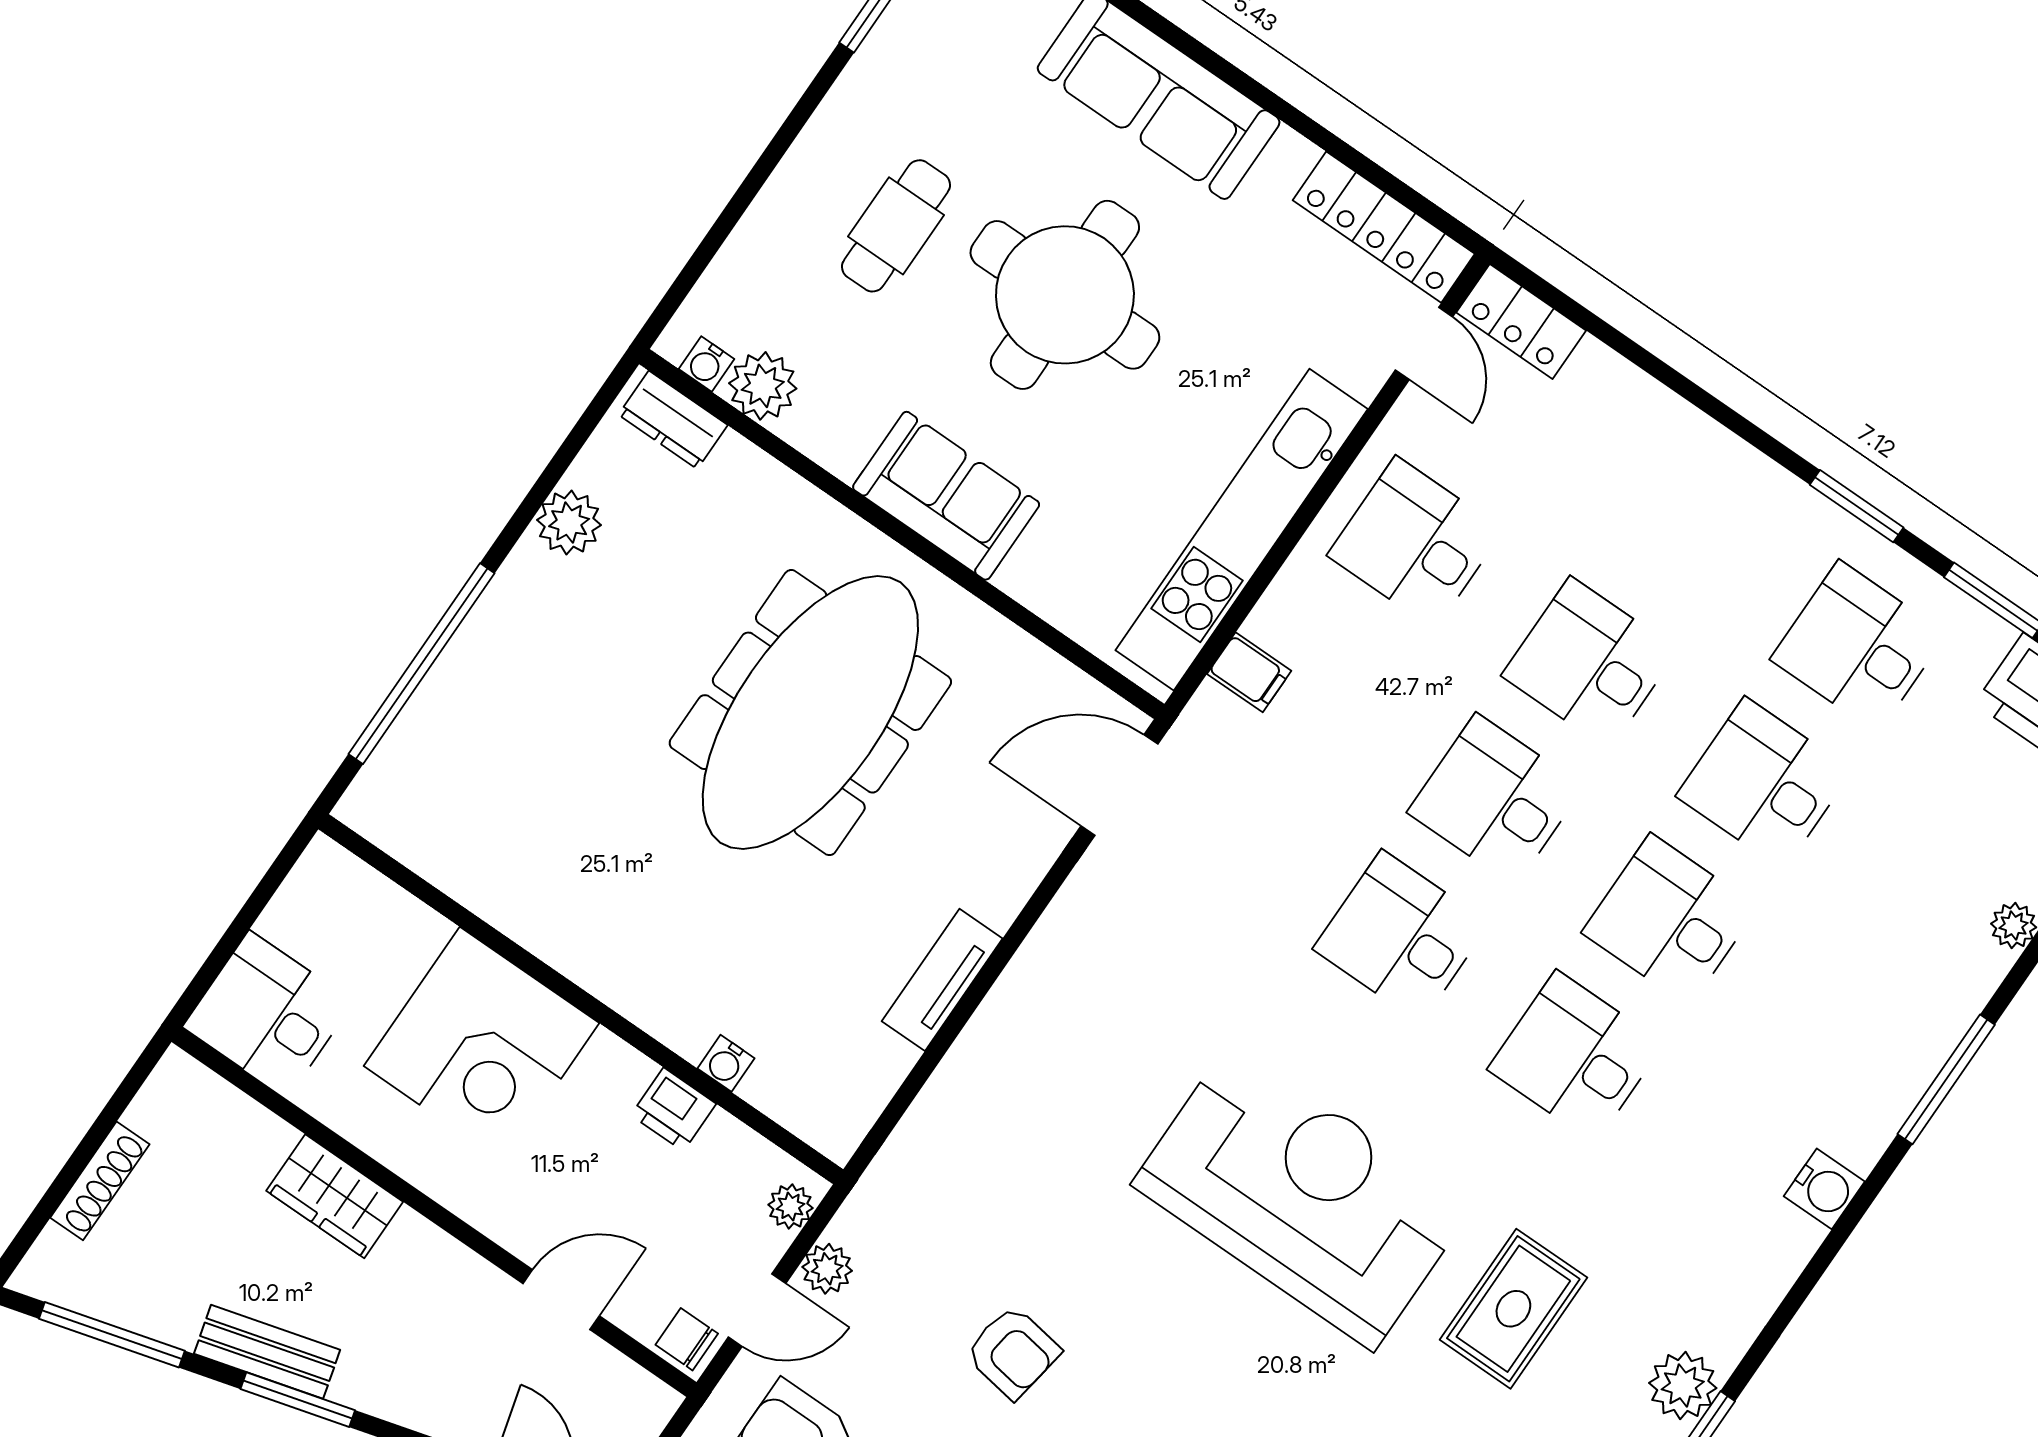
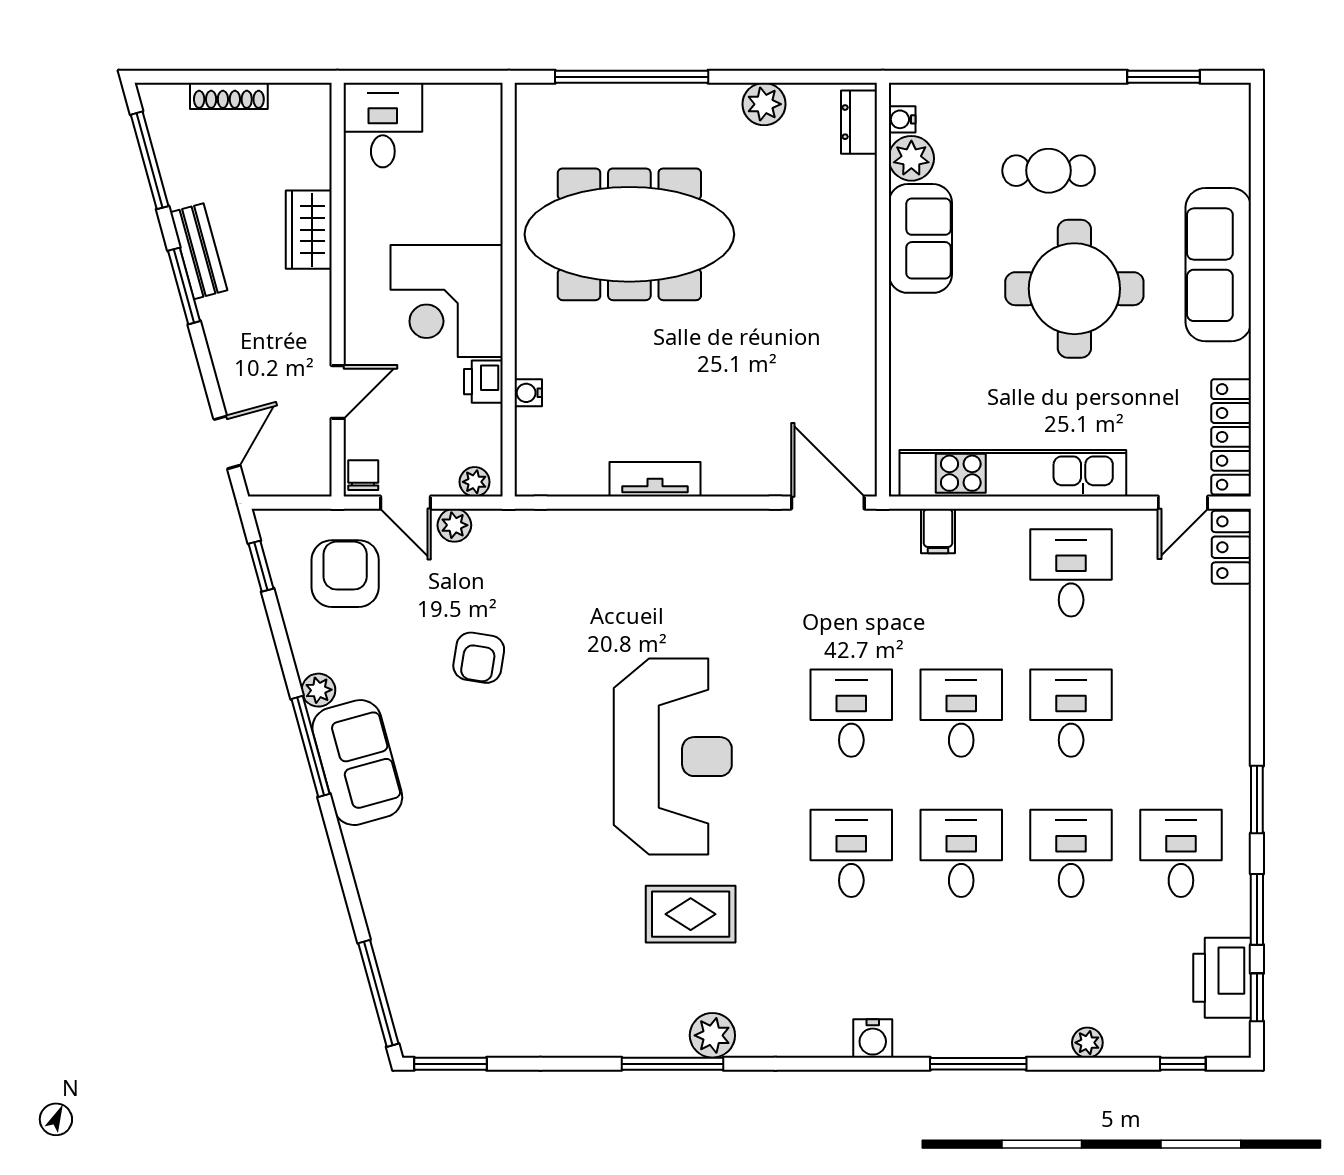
sofa: (946, 496) -> (920, 238), moved
meeting table: (810, 713) -> (629, 234), moved
corner desk: (482, 1045) -> (447, 301), moved
door: (561, 1300) -> (338, 392), hinge flipped

